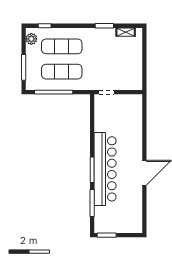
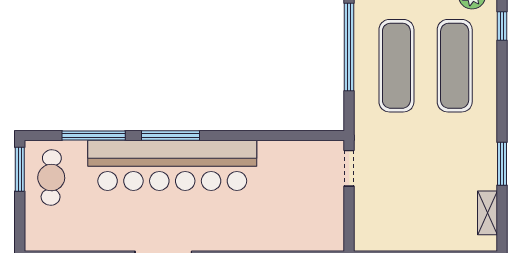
cafe table: (110, 221) -> (51, 178), added

